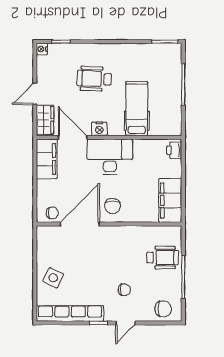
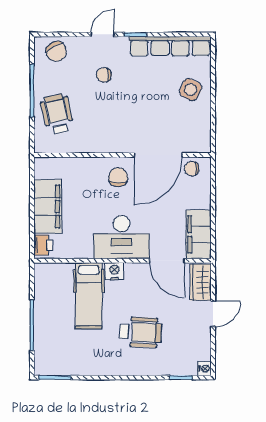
nightstand: (99, 129) -> (114, 271), moved
filing cabinet: (170, 200) -> (48, 207), moved
wheelchair: (163, 258) -> (57, 114), turned 77
chair: (163, 309) -> (56, 52), turned -119

